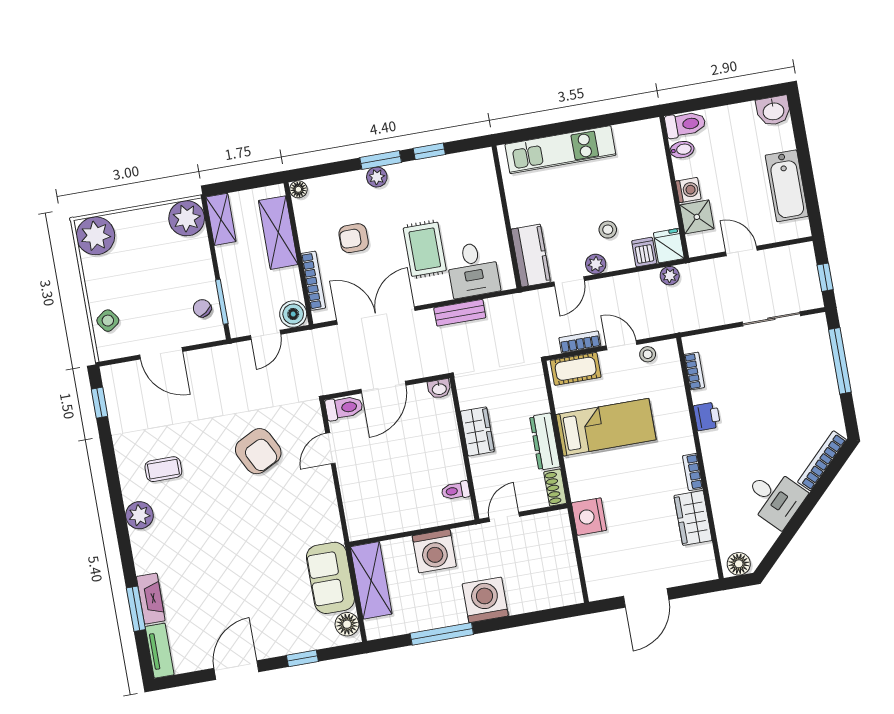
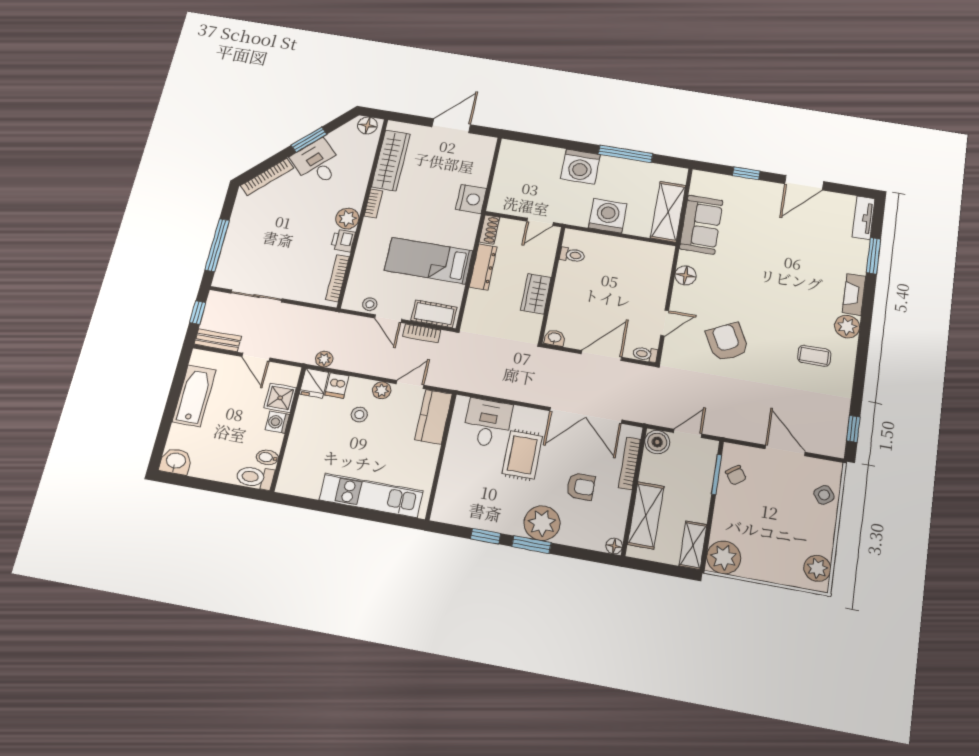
plant: (377, 177) -> (542, 523), width x1.87, depth x1.87
plant: (96, 236) -> (817, 568), width x0.73, depth x0.73
bench: (460, 313) -> (218, 340), moved
bookcase: (694, 371) -> (337, 278), width x1.56
toilet: (344, 408) -> (645, 354), width x0.73, depth x0.72
plant: (713, 444) -> (347, 218), added
wardrobe: (693, 518) -> (391, 160), width x1.50
window: (796, 522) -> (309, 140), added
fireplace: (151, 599) -> (854, 294), moved
floor lamp: (347, 624) -> (685, 275), moved

